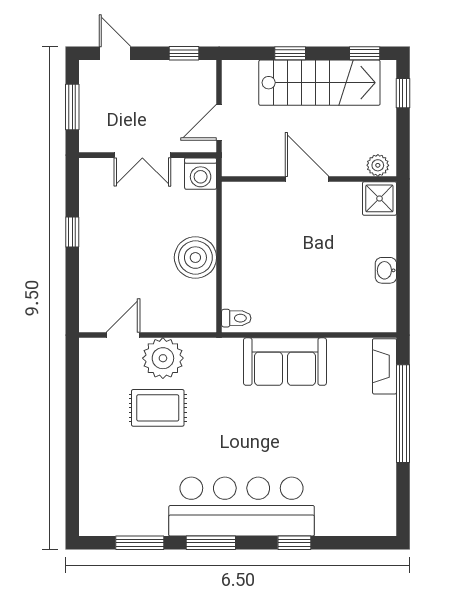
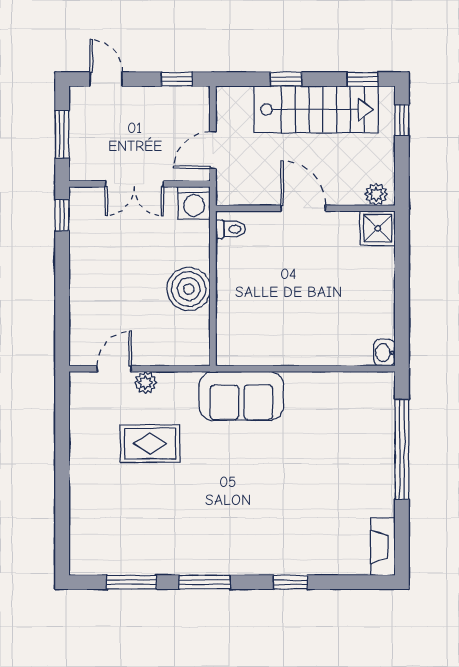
window: (72, 232) -> (62, 215), moved
washbasin: (386, 270) -> (384, 353), moved
toilet: (236, 318) -> (231, 229), moved
plant: (163, 358) -> (145, 383), width x0.53, depth x0.53
sofa: (285, 362) -> (241, 396), moved
fireplace: (384, 366) -> (383, 547), moved
bar counter: (242, 507) -> (236, 545), removed

